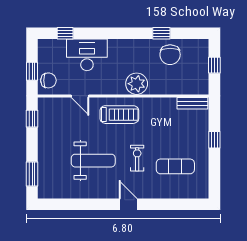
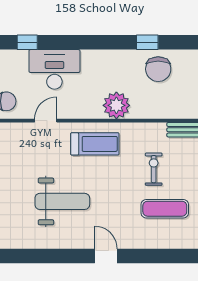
door: (80, 96) -> (46, 121), swing flipped
exercise bike: (137, 158) -> (154, 169), moved

